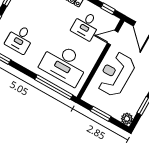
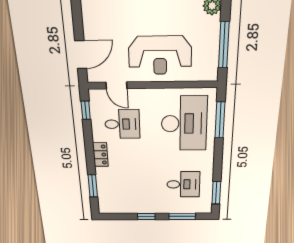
window: (54, 87) -> (220, 120), width x0.68
window: (101, 114) -> (224, 45), width x1.44

